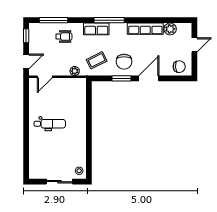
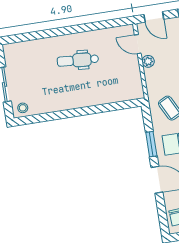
plant: (75, 71) -> (148, 61), moved
dental chair: (50, 124) -> (78, 60), turned 94

